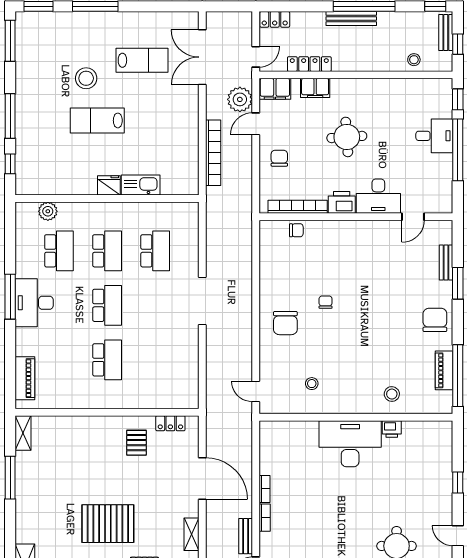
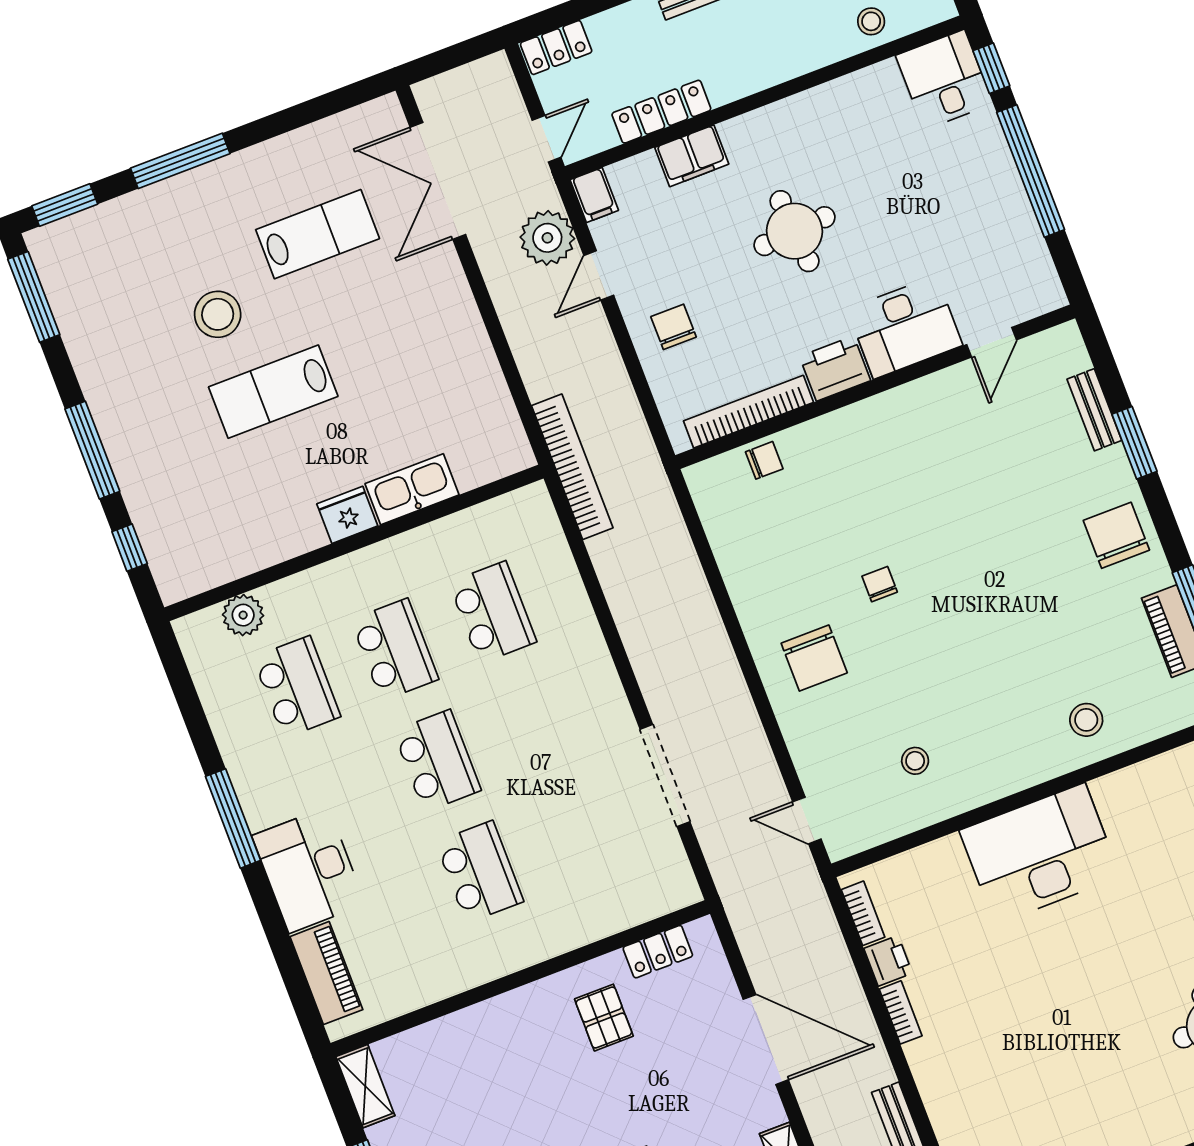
filing cabinet: (275, 89) -> (594, 195), width x0.50
desk: (434, 136) -> (944, 80), moved, turned -90
bookcase: (213, 153) -> (572, 467), moved
doorway: (202, 301) -> (665, 775), moved
desk: (34, 303) -> (309, 870), moved
printer: (392, 429) -> (888, 961), moved, turned -90
bookcase: (265, 518) -> (863, 913), moved

